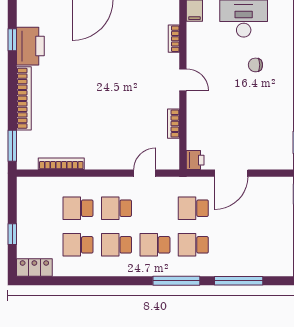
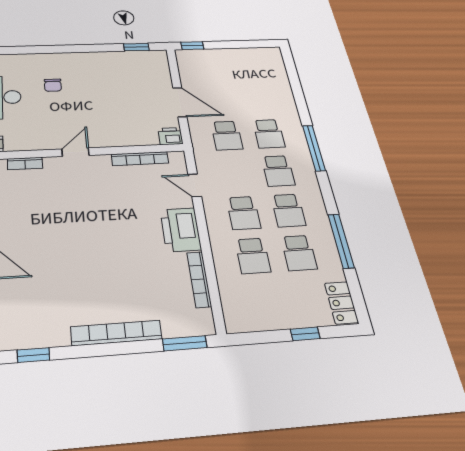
printer: (30, 46) -> (181, 230), moved, turned -90
bookcase: (174, 124) -> (140, 159), width x1.56
window: (239, 281) -> (341, 241), moved

